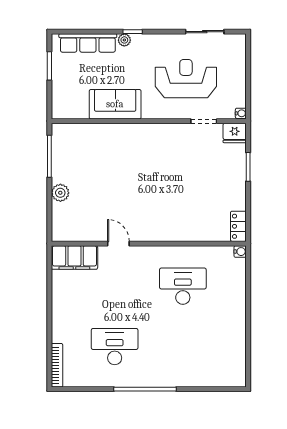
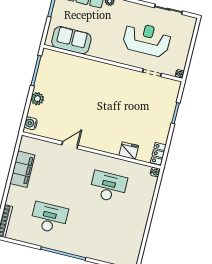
sofa: (115, 104) -> (71, 40), moved
fridge: (235, 133) -> (129, 151), moved, turned 180
water cooler: (59, 227) -> (31, 123), added
door: (118, 244) -> (70, 145), hinge flipped
filing cabinet: (74, 258) -> (22, 169), moved, turned -90

